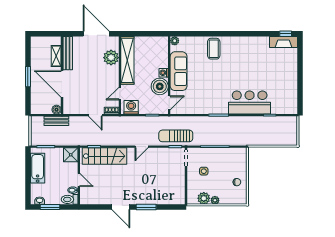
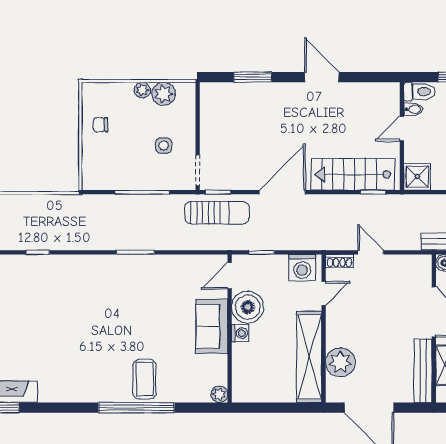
window: (218, 34) -> (136, 408), added
sofa: (179, 71) -> (212, 326), width x0.73
bar counter: (250, 102) -> (76, 276), removed
door: (142, 147) -> (282, 192), width x1.88
door: (79, 180) -> (402, 129), hinge flipped
window: (146, 207) -> (253, 77), moved

